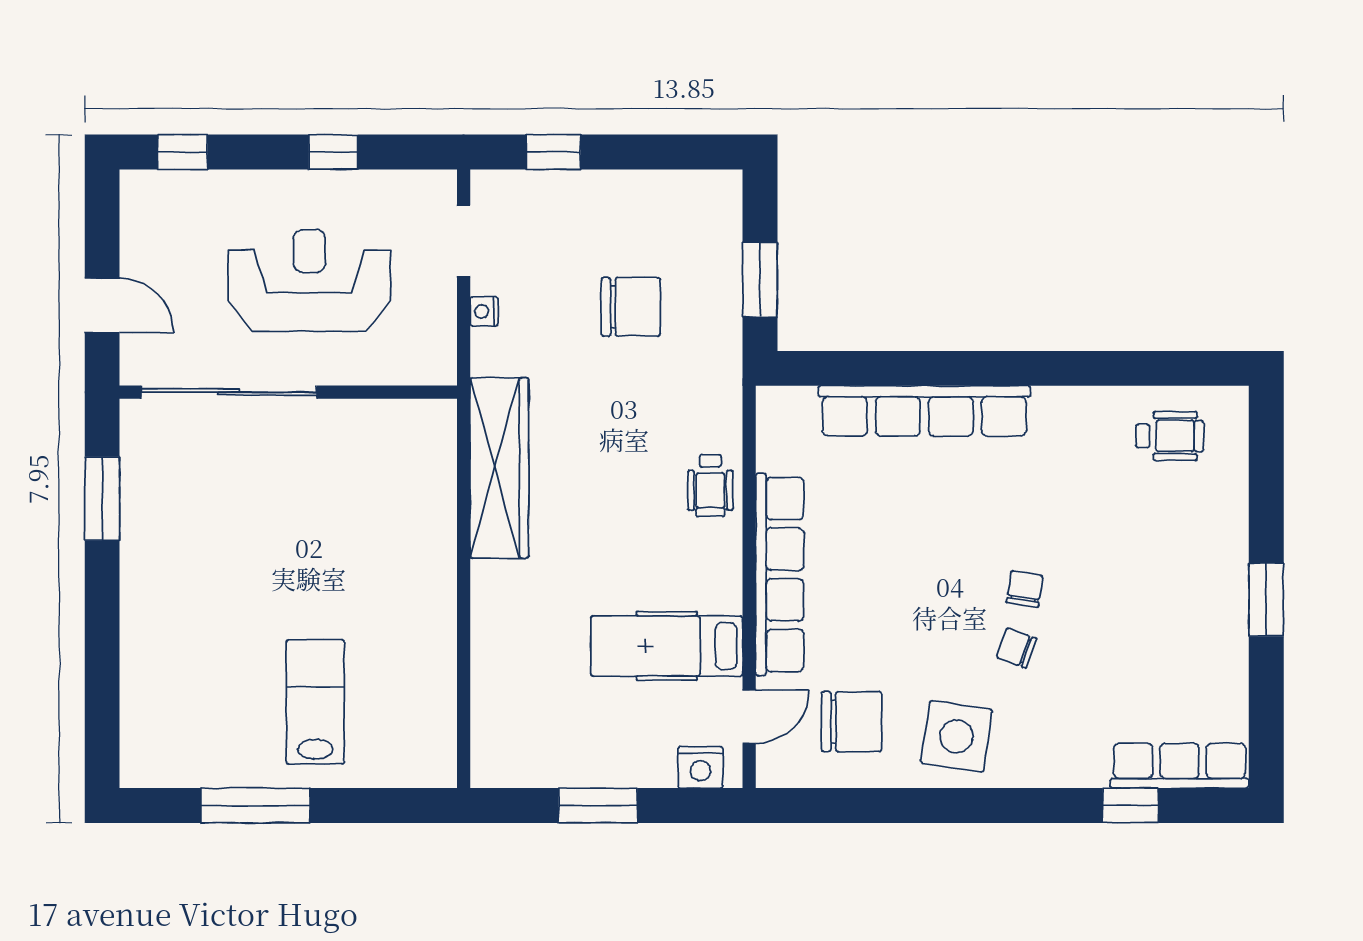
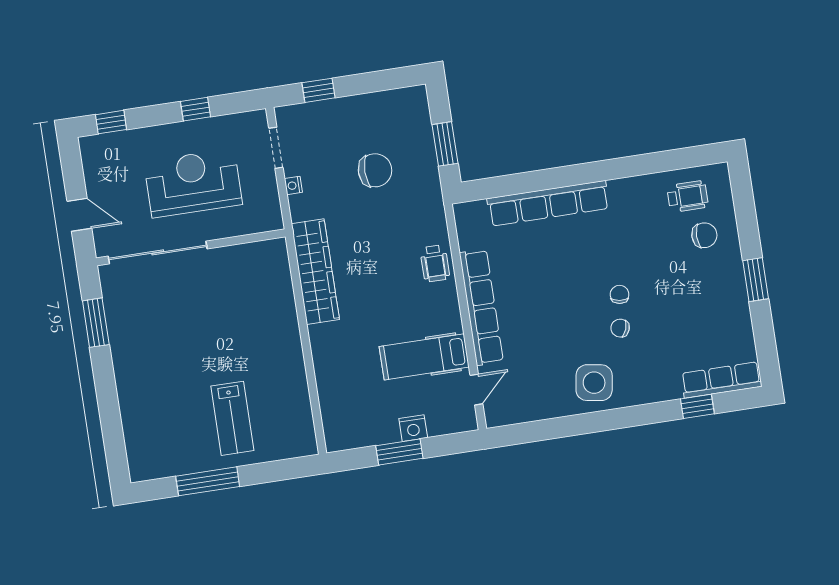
lab bench: (315, 702) -> (232, 418), turned 180
chair: (852, 722) -> (704, 235), moved, width x0.73, depth x0.73
nightstand: (700, 767) -> (413, 428), moved

